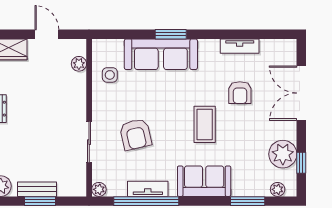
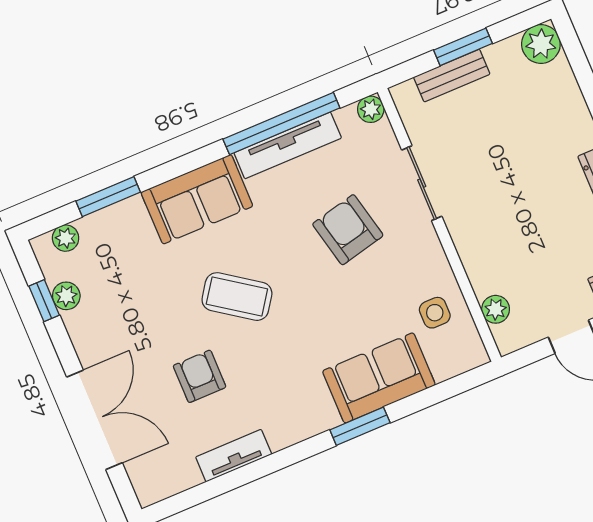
sofa: (161, 54) -> (379, 378), width x0.73
coffee table: (205, 124) -> (237, 297), turned -55
plant: (283, 154) -> (66, 296), width x0.53, depth x0.53
bench: (37, 189) -> (452, 76), moved
tv unit: (148, 189) -> (288, 145), width x1.41

